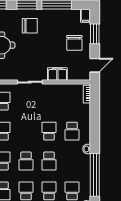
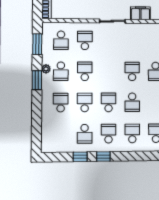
school desk: (26, 161) -> (109, 102), turned 180

